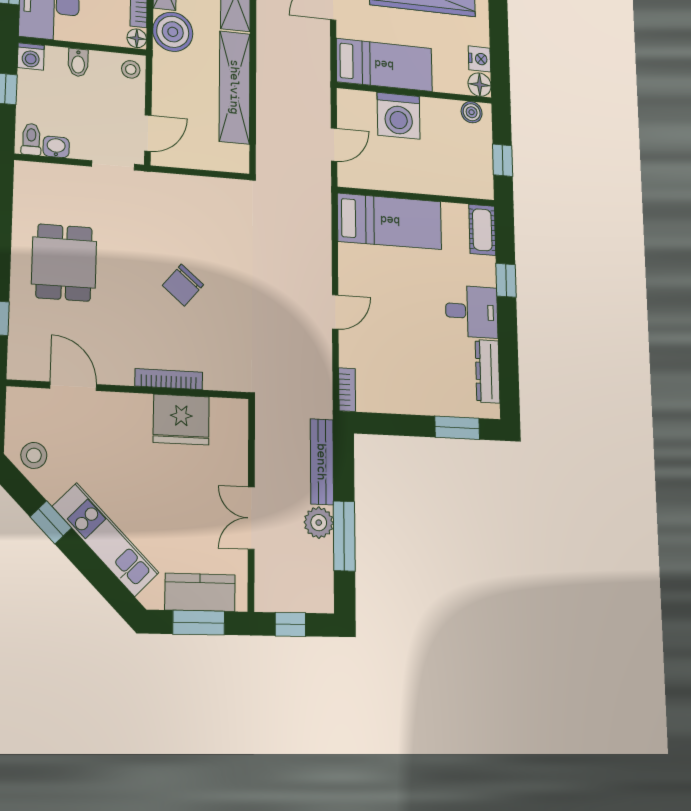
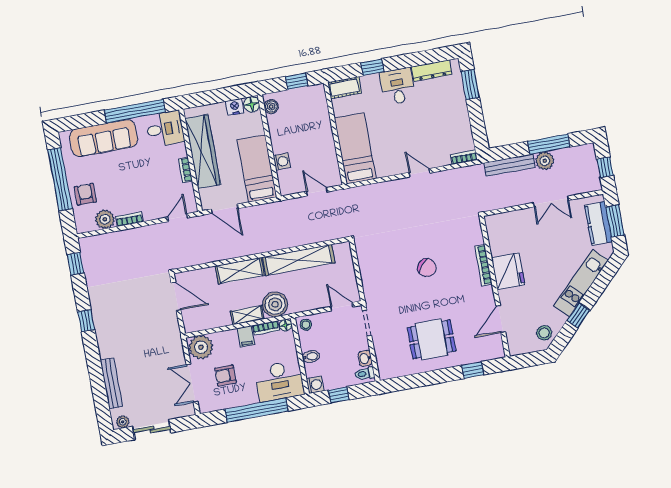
washing machine: (399, 116) -> (282, 161), width x0.53, depth x0.53
fridge: (181, 420) -> (508, 271), moved

